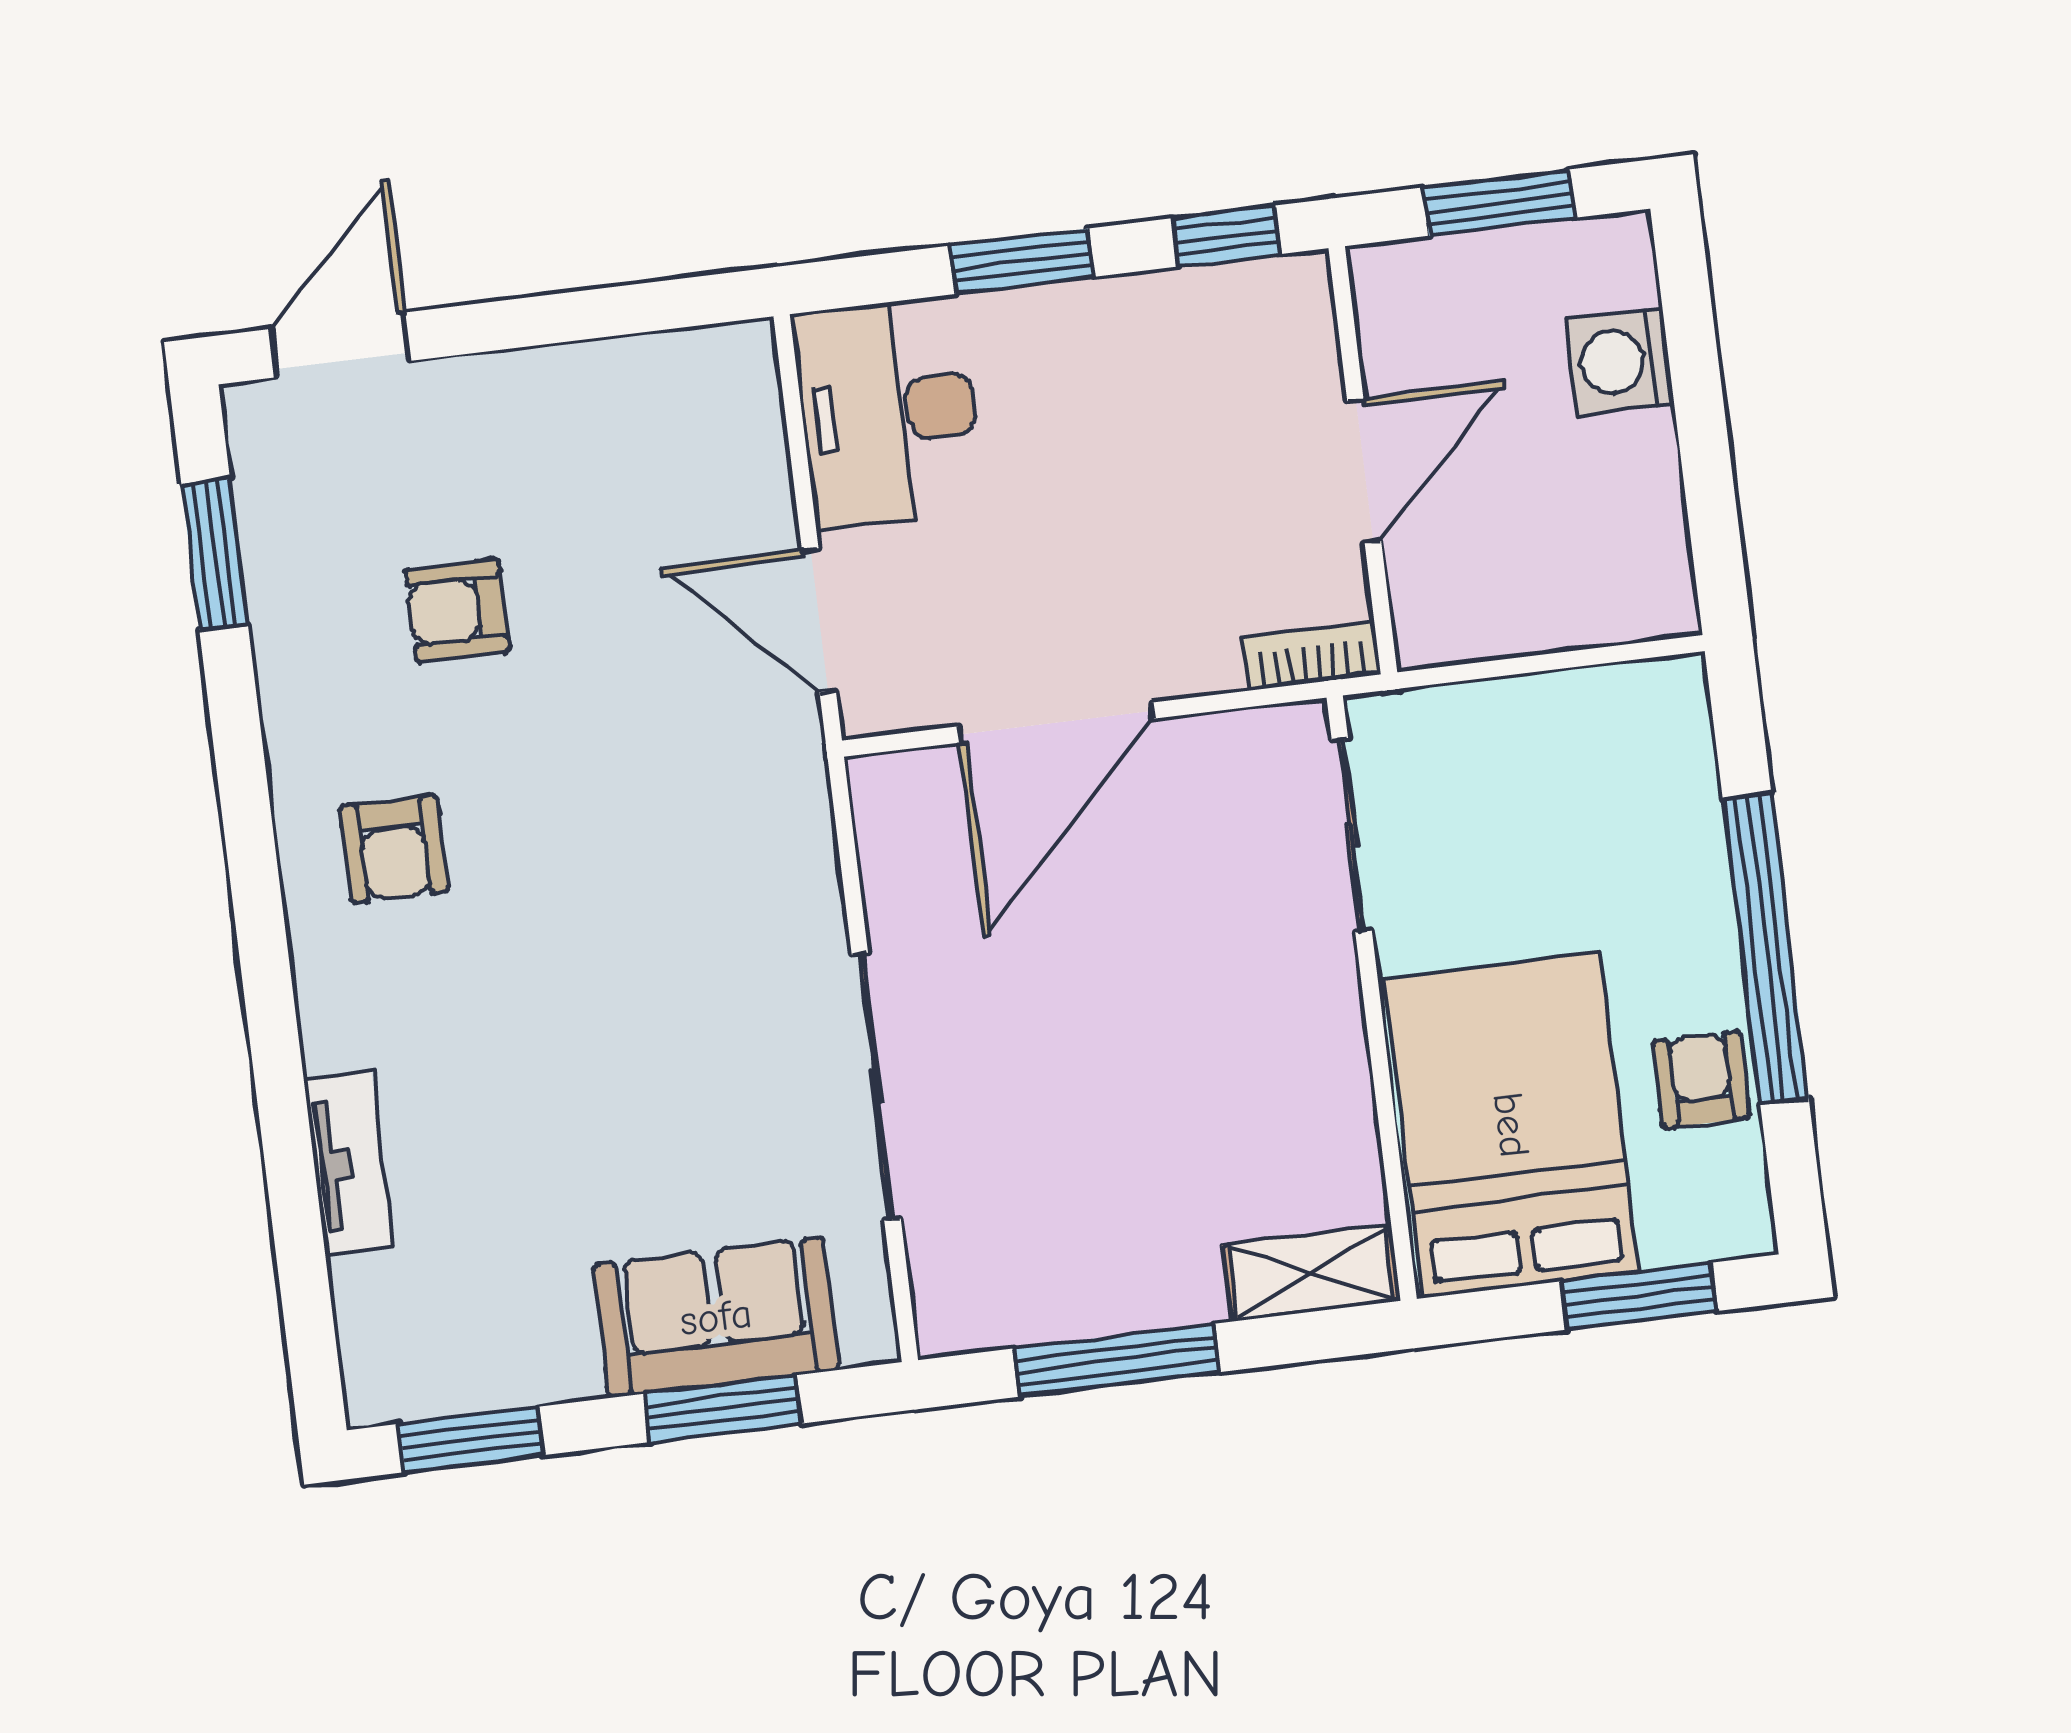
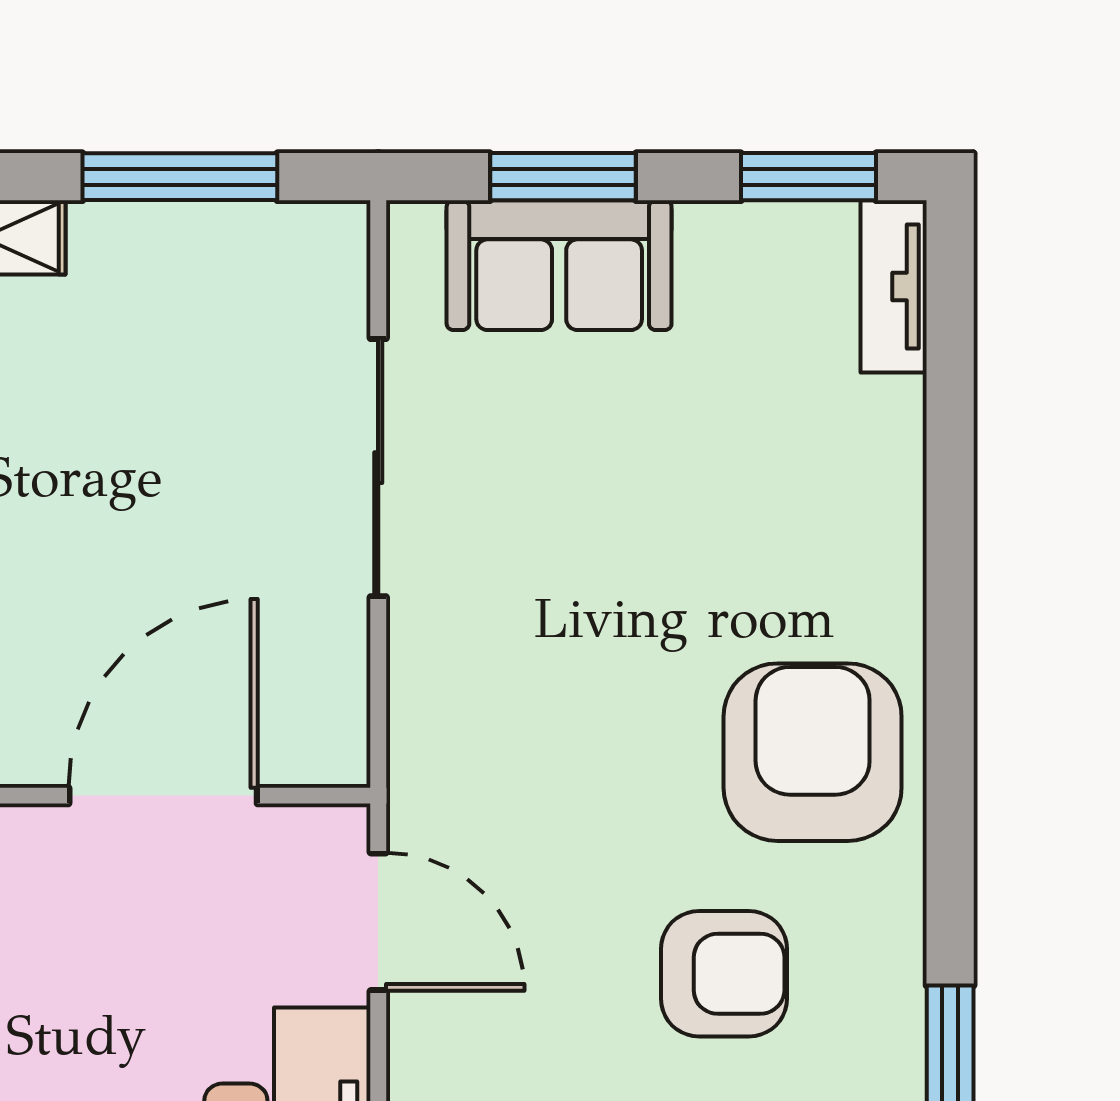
armchair: (457, 610) -> (724, 974), width x1.38, depth x1.38
armchair: (394, 849) -> (813, 752), width x1.88, depth x1.88
tv unit: (348, 1163) -> (894, 286), moved

